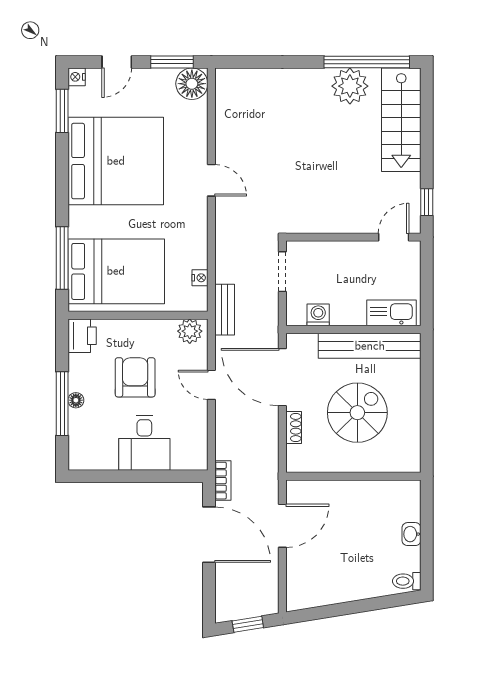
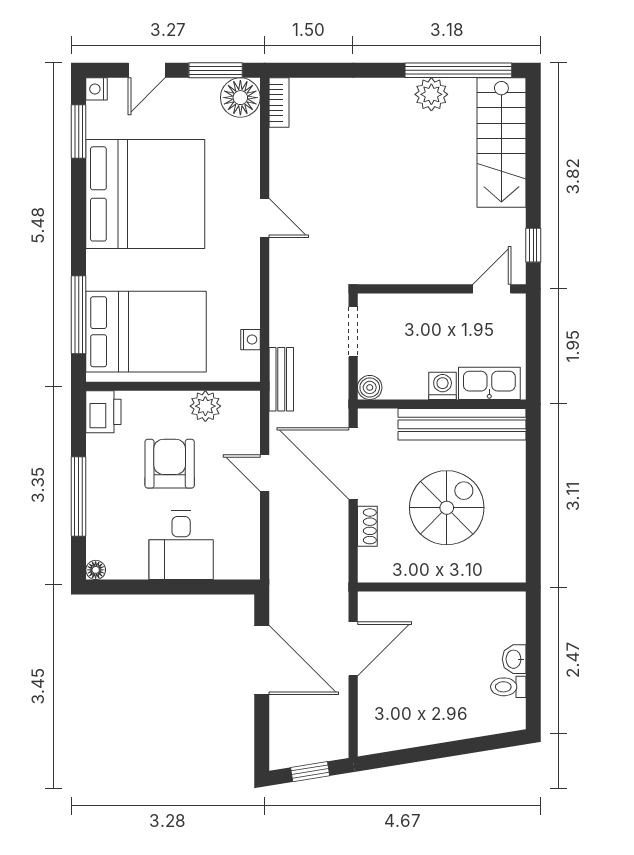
plant: (350, 86) -> (431, 94), width x0.73, depth x0.73
washing machine: (318, 315) -> (443, 386), moved
boiler: (296, 316) -> (370, 387), added
plant: (190, 331) -> (205, 406), moved
floor lamp: (76, 400) -> (96, 570), moved
bookcase: (223, 481) -> (279, 103), moved
toilet: (407, 581) -> (508, 687), moved

